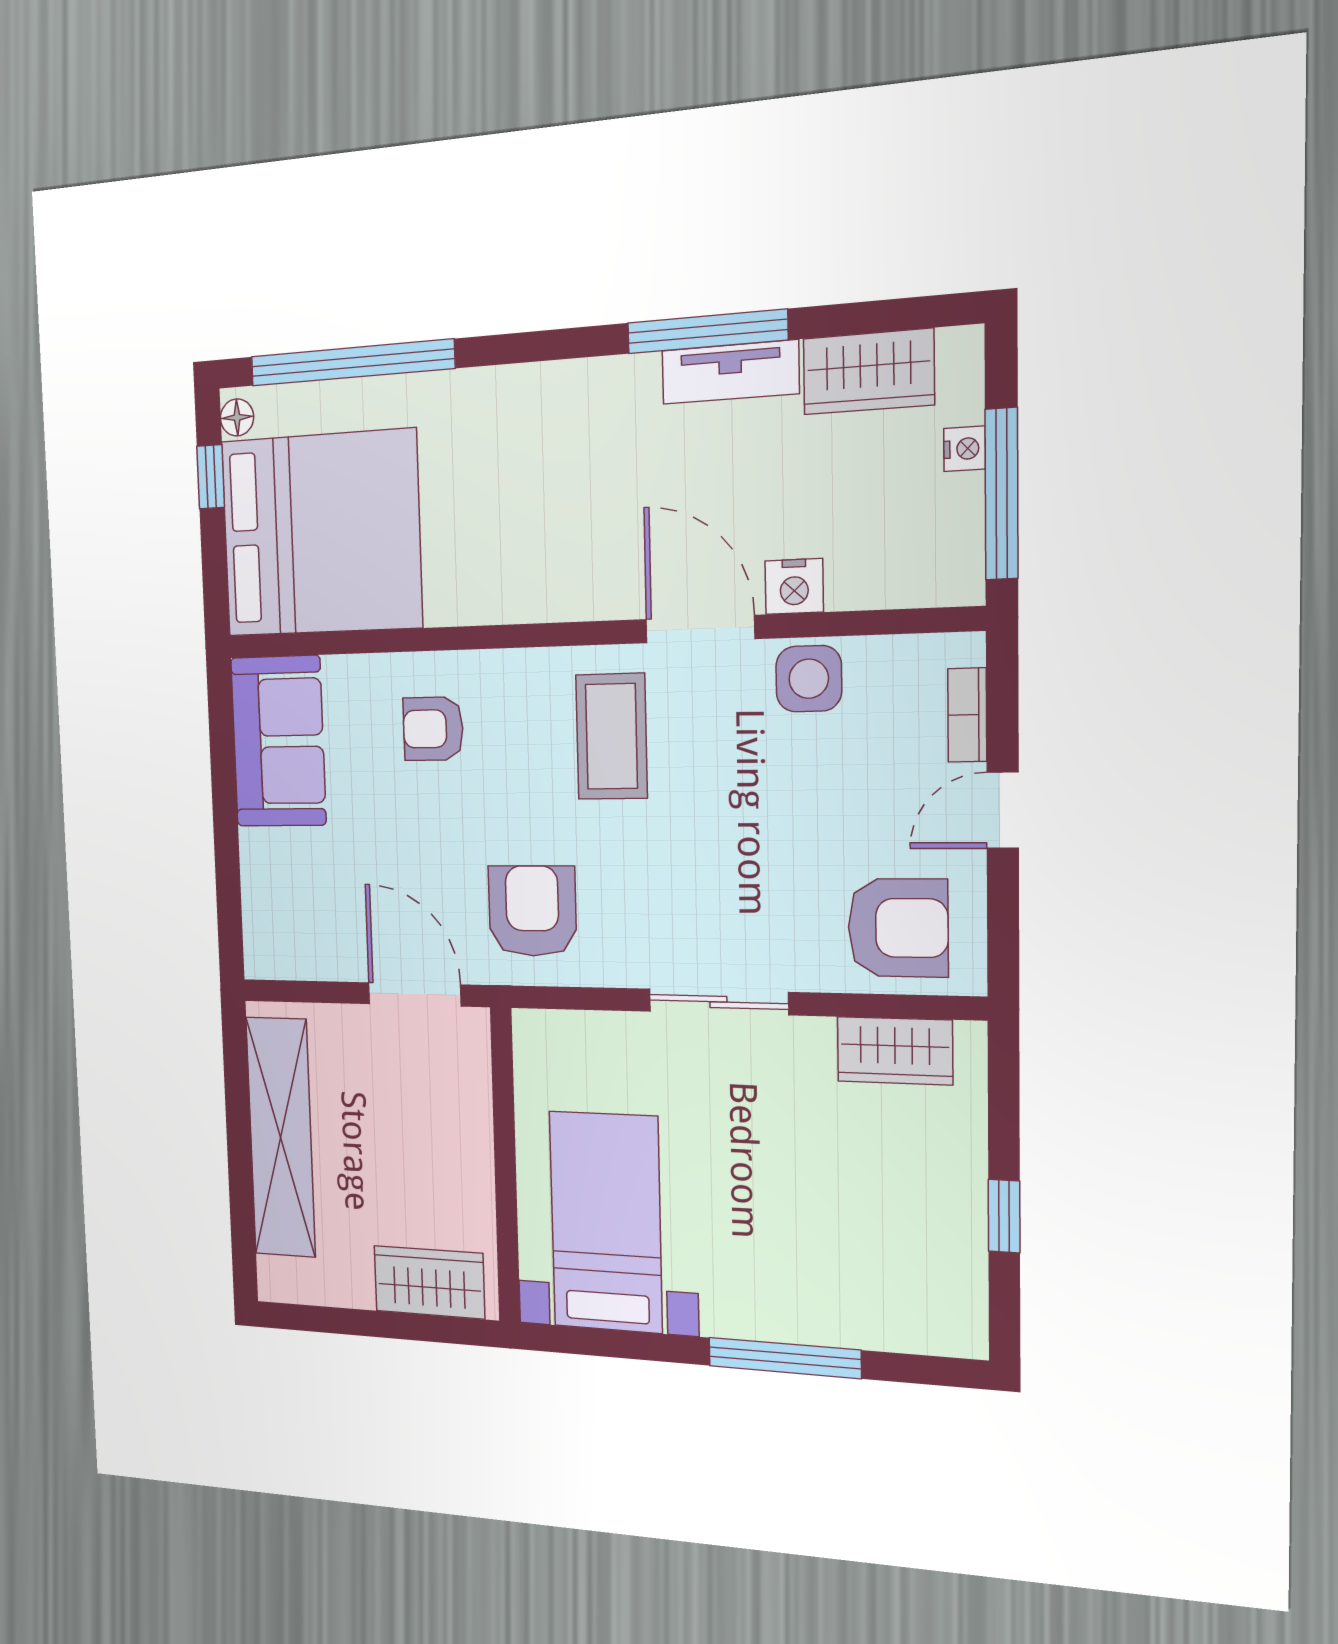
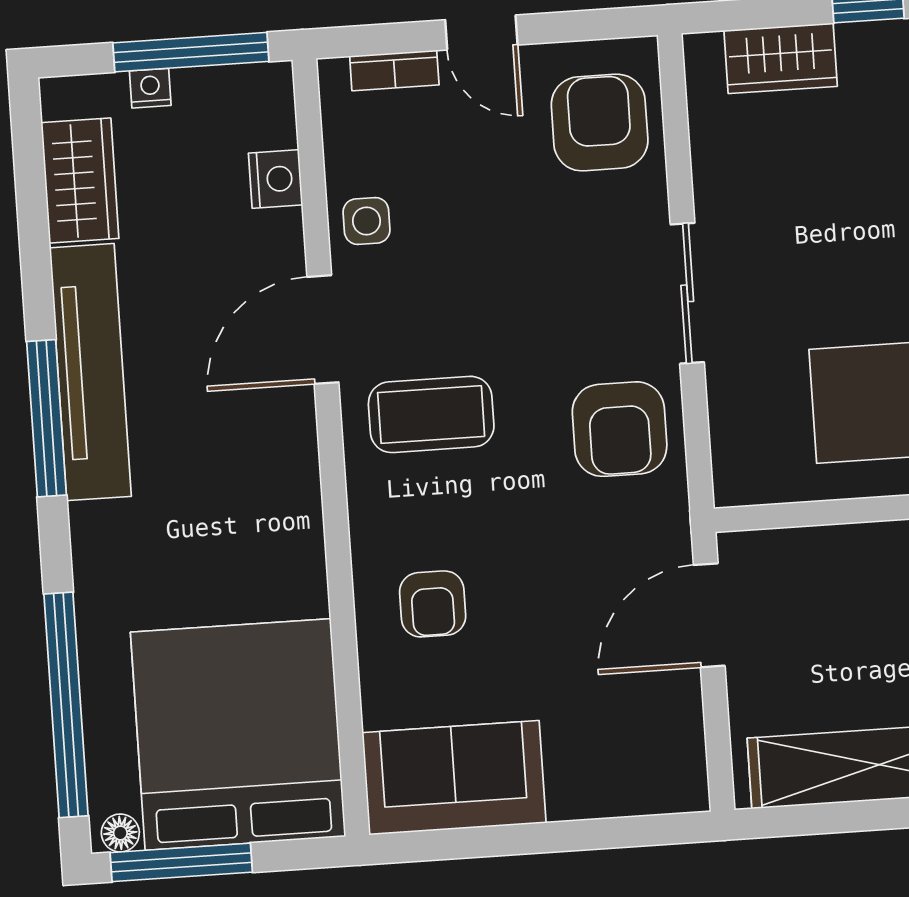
window: (707, 331) -> (46, 418), moved
tv unit: (730, 372) -> (90, 372), width x1.92, depth x1.29
window: (211, 477) -> (181, 862), width x2.17
nightstand: (794, 586) -> (276, 179), moved
side table: (809, 679) -> (367, 221), width x0.73, depth x0.73
armchair: (532, 911) -> (620, 429), moved, turned -90
wardrobe: (895, 1051) -> (781, 58), moved, turned 90

